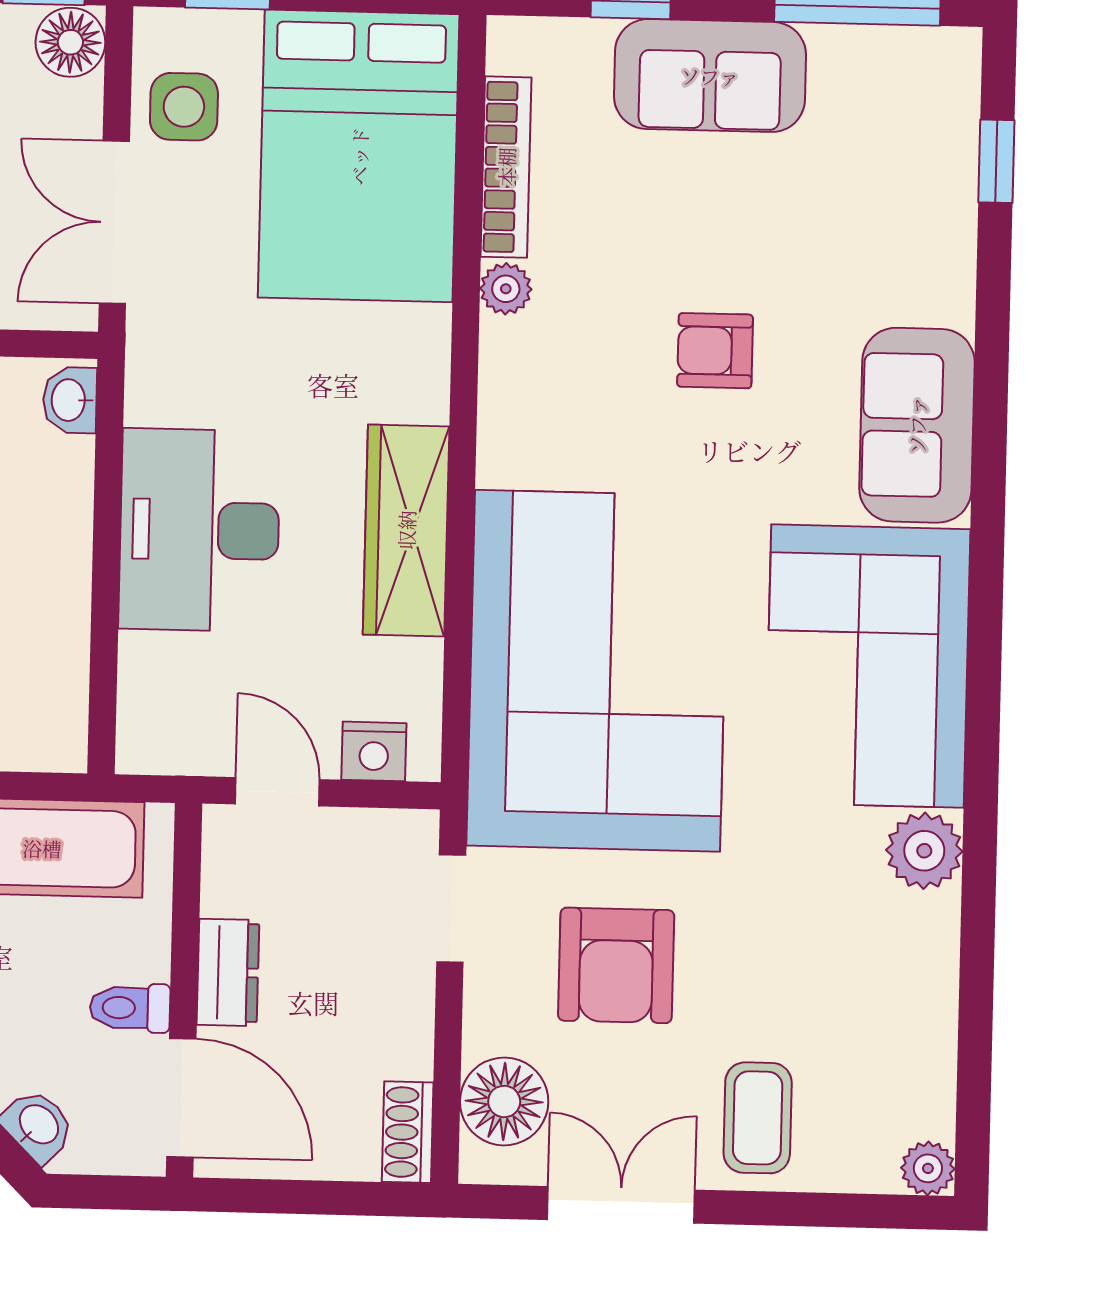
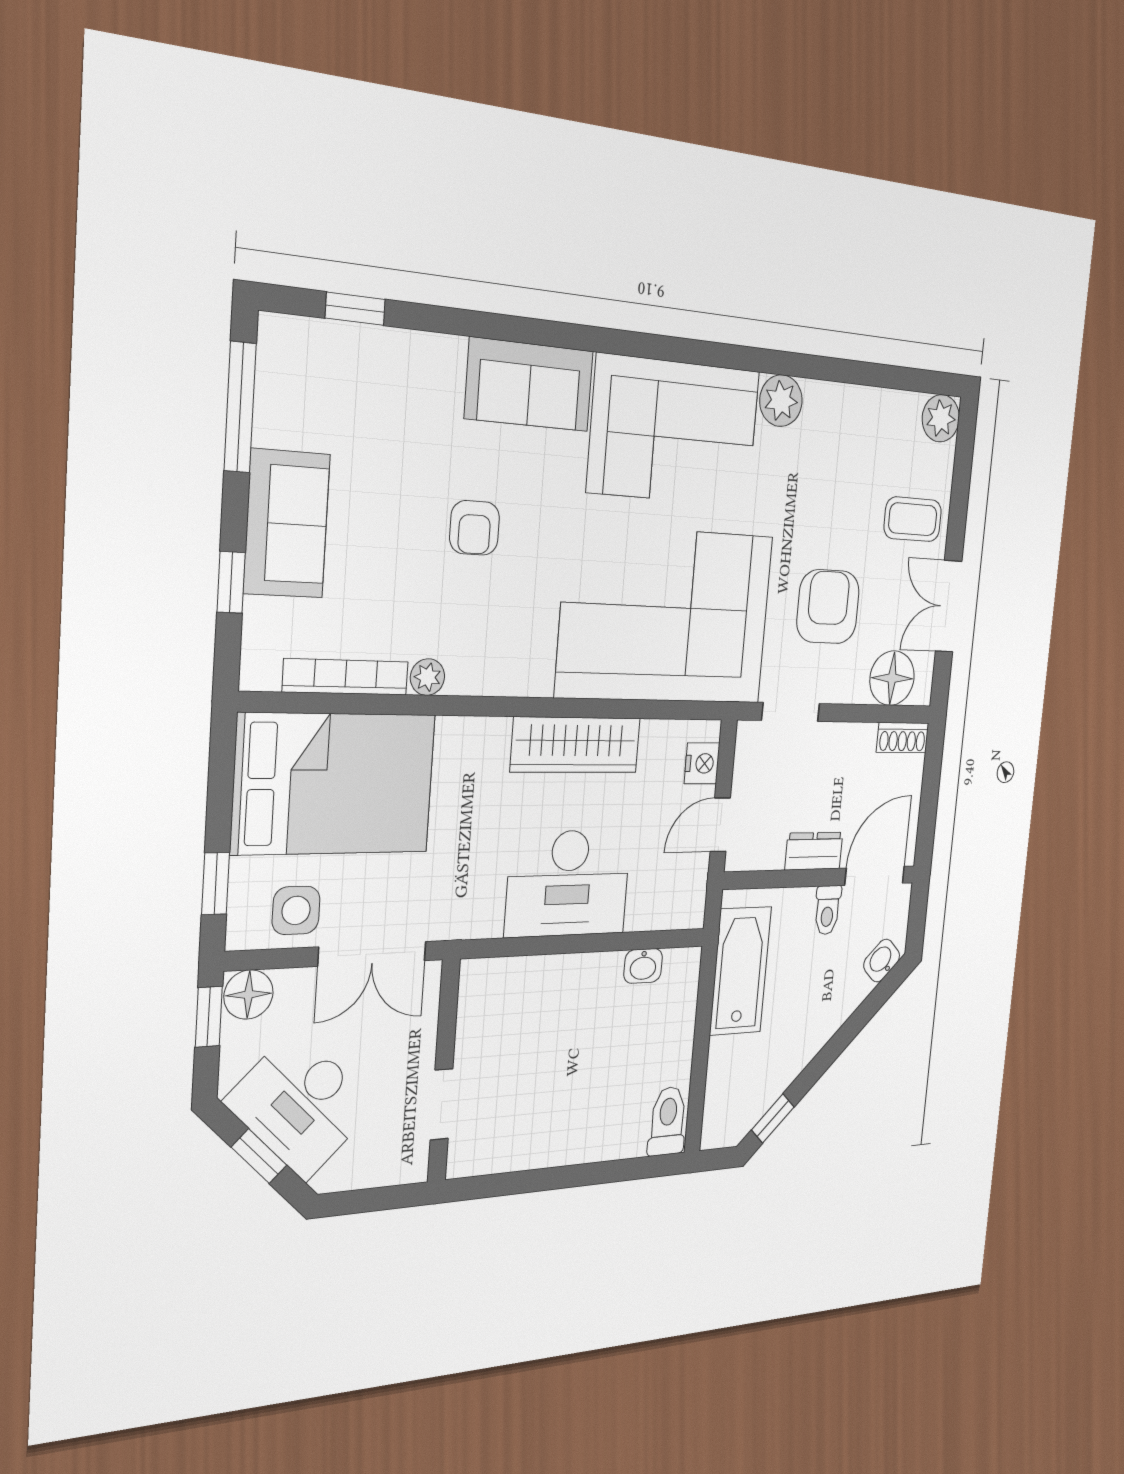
washbasin: (70, 400) -> (643, 966), moved
armchair: (616, 965) -> (828, 607), turned -90
plant: (928, 1168) -> (941, 418), width x1.38, depth x1.38

